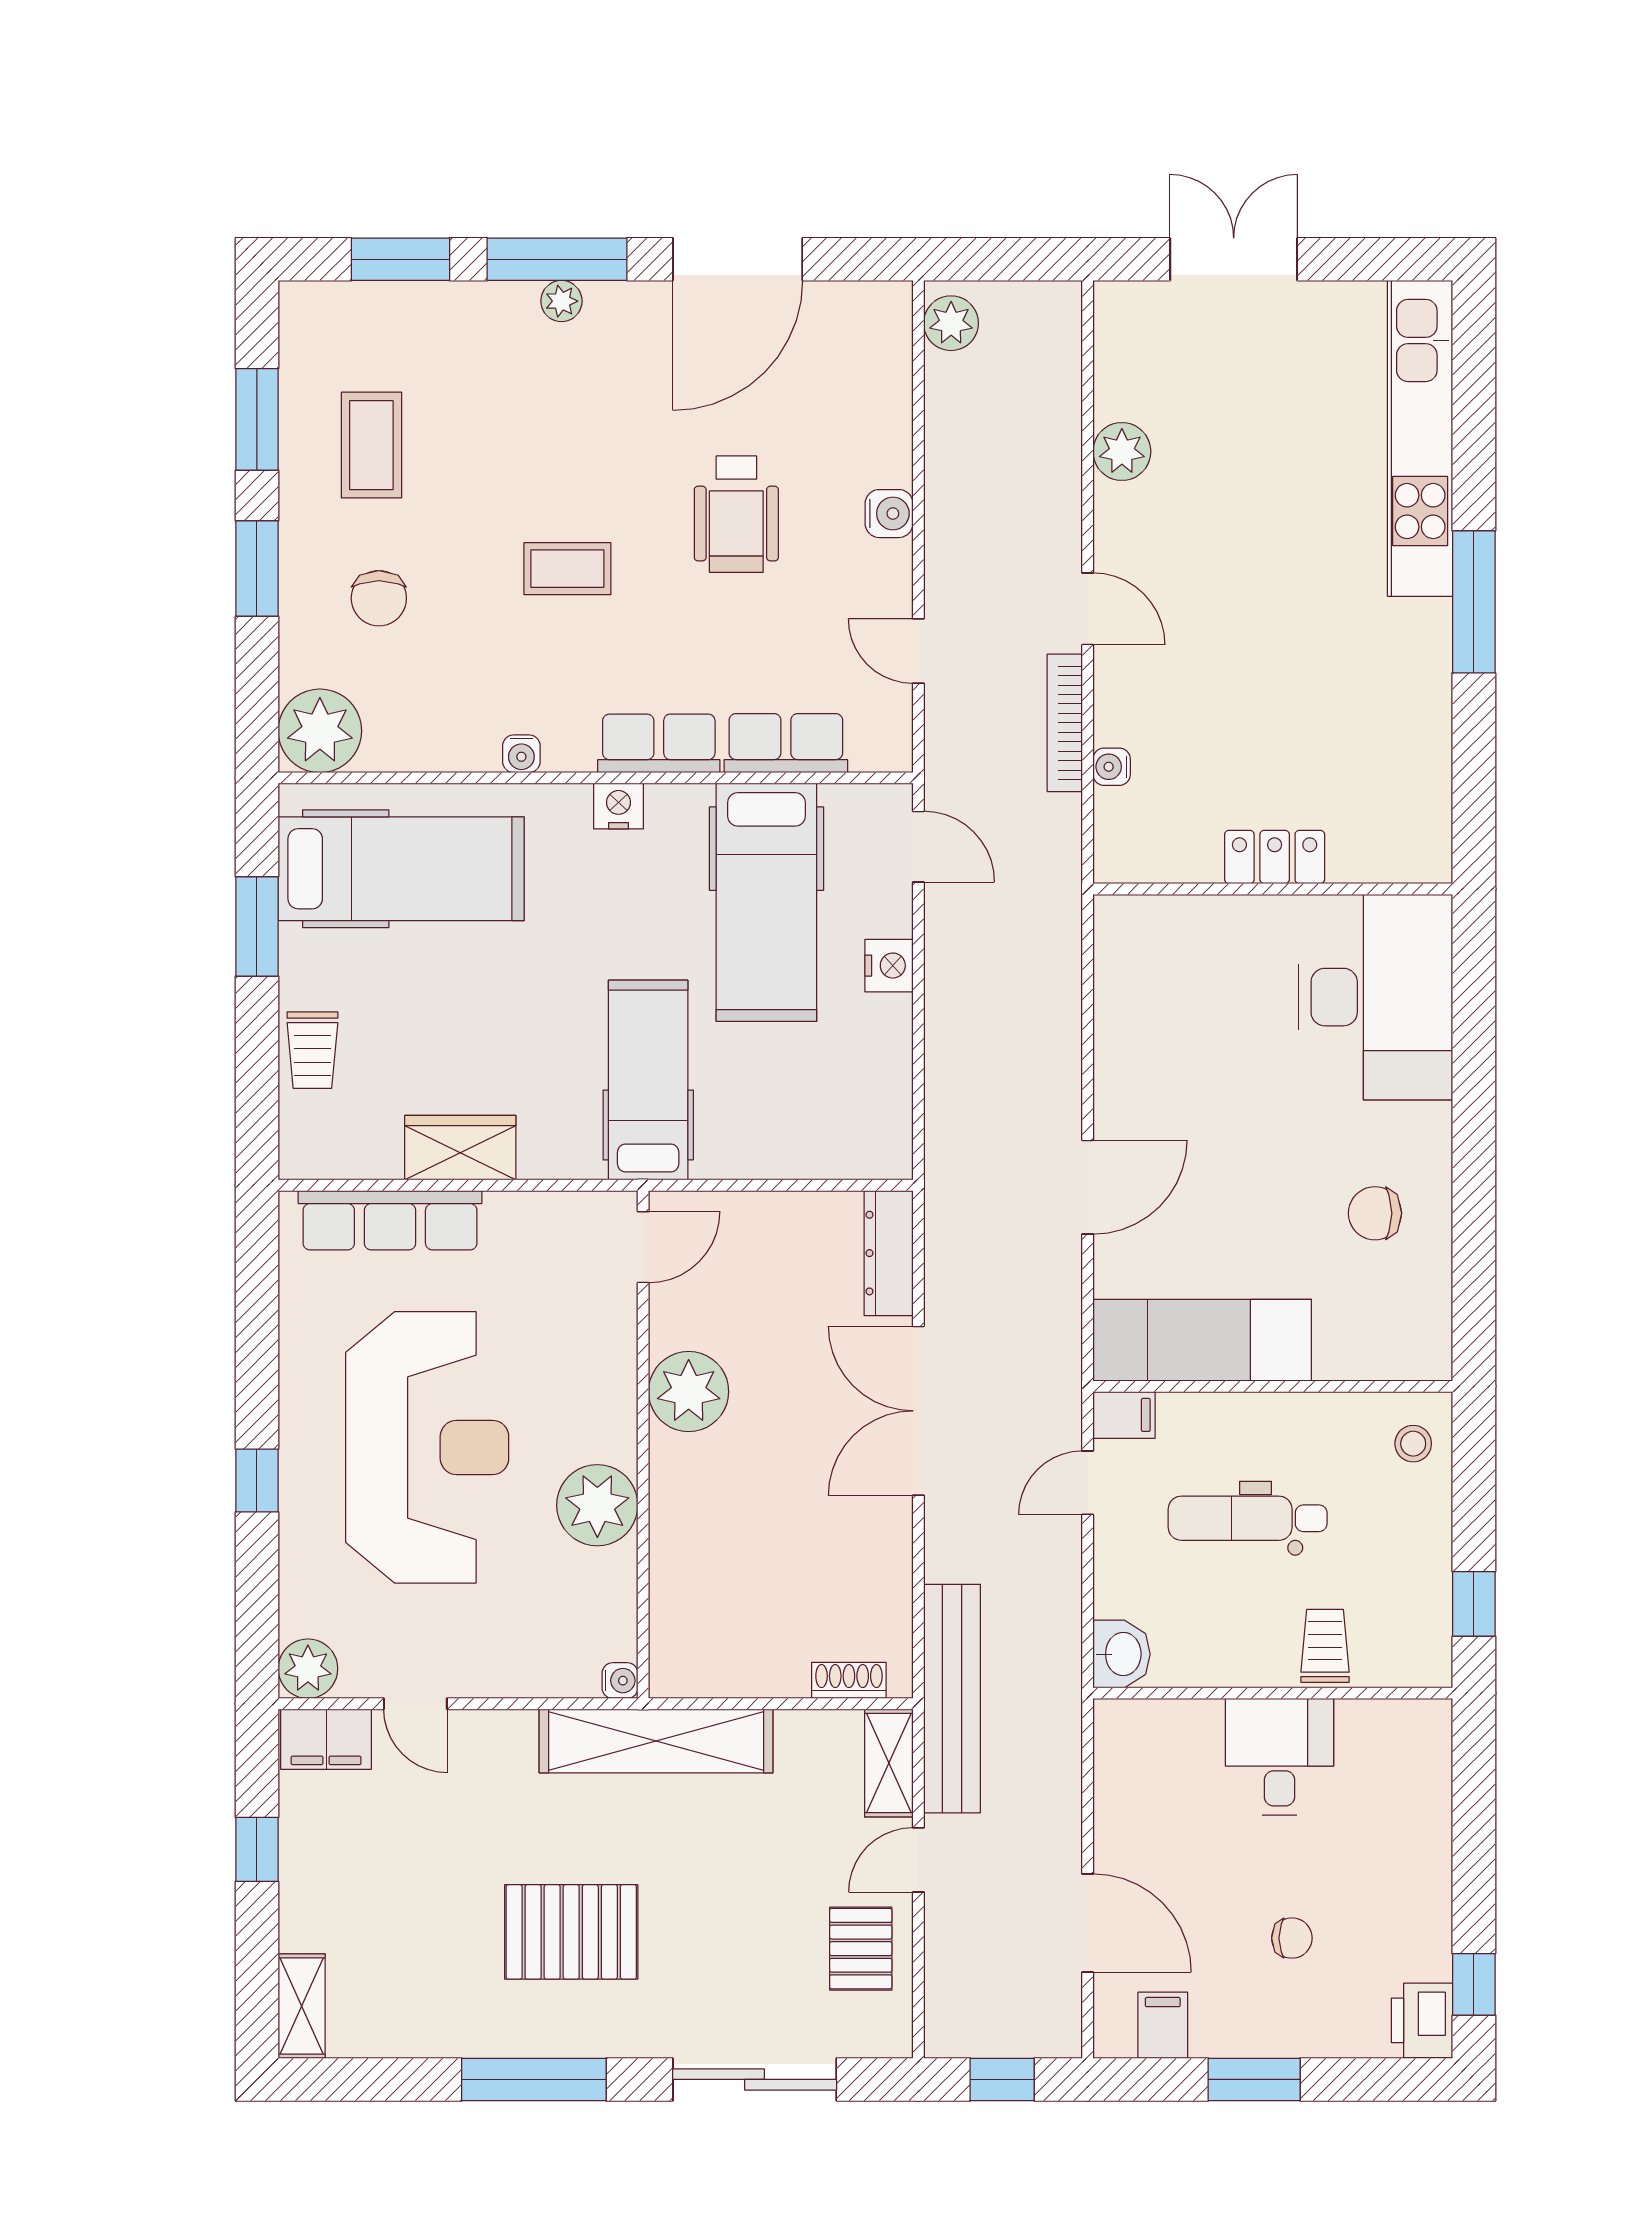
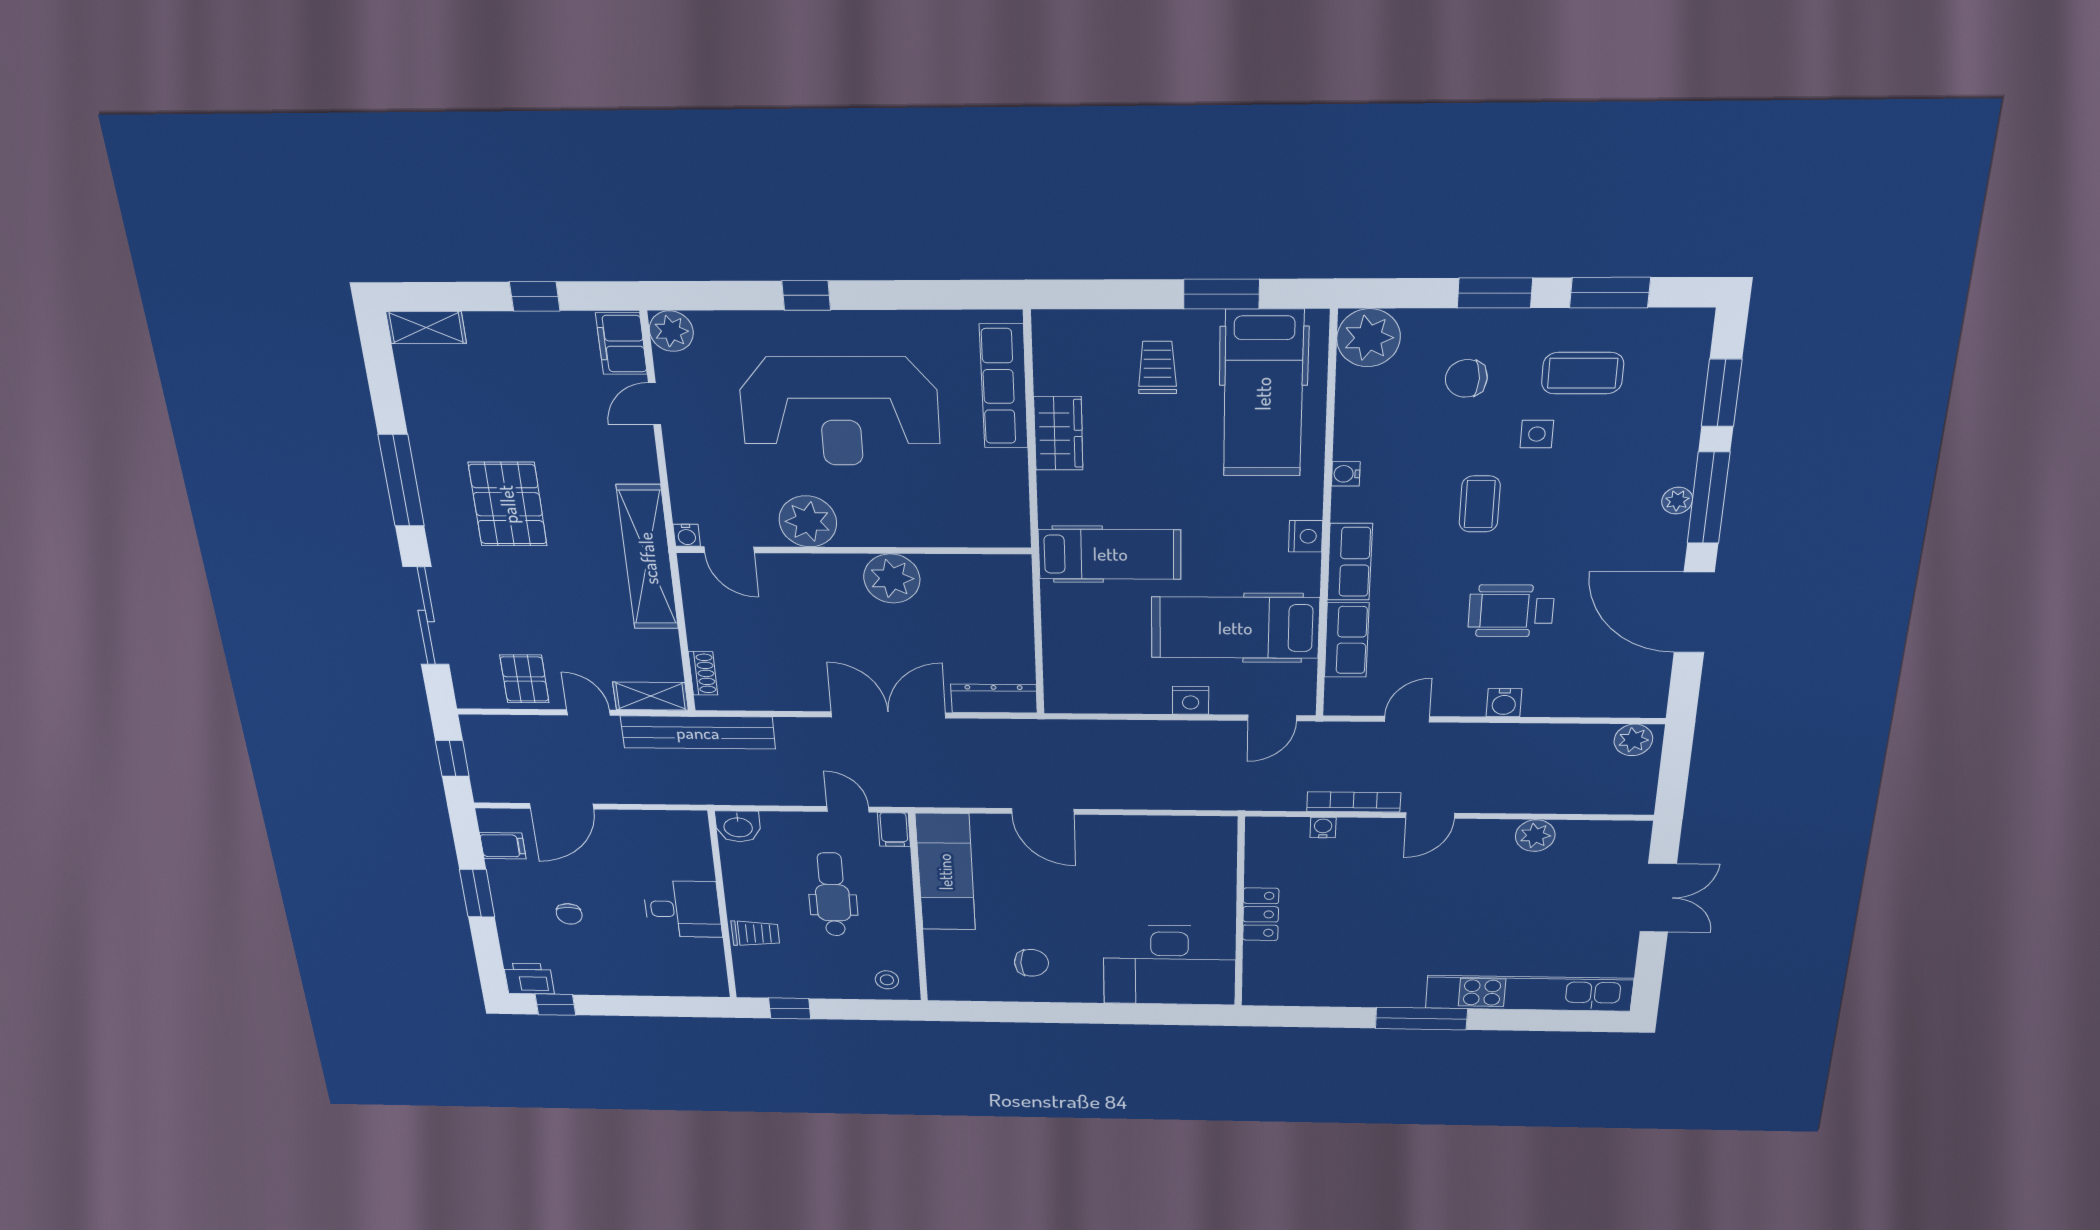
side table: (461, 499) -> (1537, 434), added
trolley: (312, 1050) -> (1157, 368), moved, turned 90
chair: (1375, 1213) -> (1031, 963), turned 90
door: (643, 1247) -> (729, 550), moved
pallet: (861, 1949) -> (524, 679), turned 90

